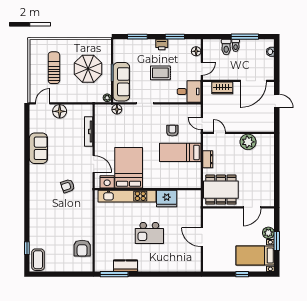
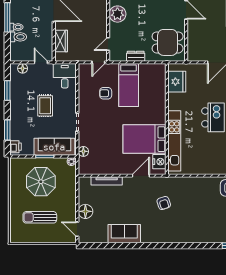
printer: (162, 44) -> (15, 147), moved
dining table: (221, 190) -> (168, 42), width x0.73
fridge: (167, 199) -> (177, 82), moved

